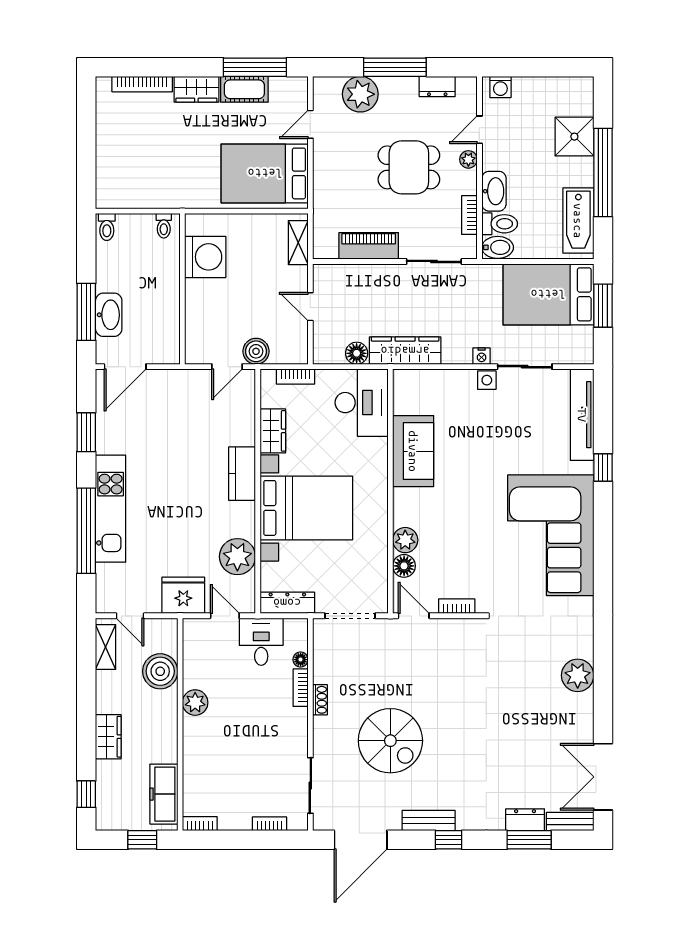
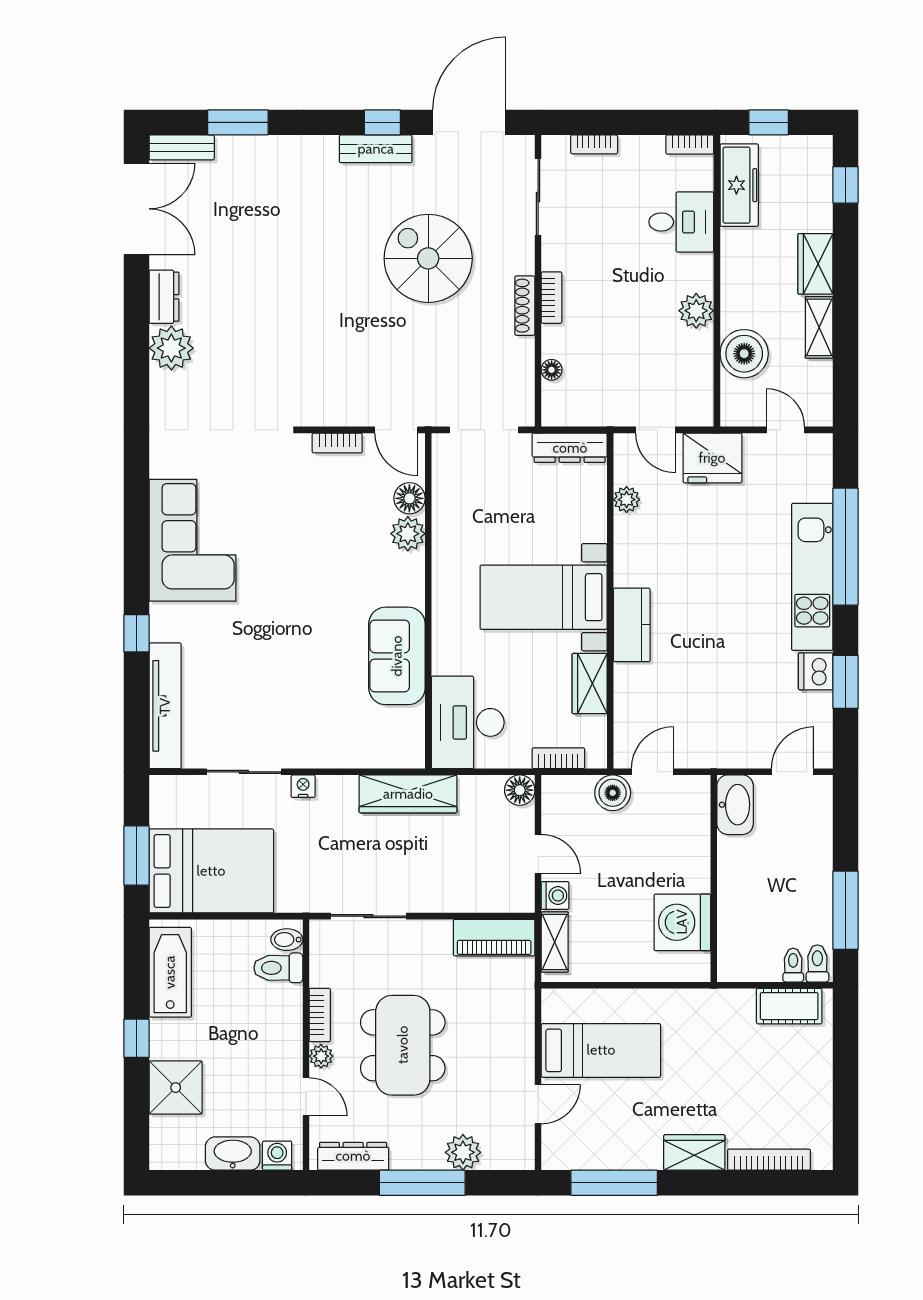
dresser: (437, 86) -> (353, 1156), width x1.44
cot: (244, 89) -> (789, 1006), moved
plant: (360, 94) -> (463, 1152), width x0.73, depth x0.73
door: (479, 130) -> (306, 1097), hinge flipped
dining table: (409, 167) -> (403, 1045), width x1.38
window: (603, 172) -> (136, 1038), width x0.32
bed: (265, 173) -> (601, 1050), width x0.67
washbasin: (494, 191) -> (233, 1154), moved, turned 90
bookcase: (469, 215) -> (320, 1015), moved
toilet: (164, 226) -> (793, 965), moved
piano: (369, 246) -> (494, 938), moved
bidet: (498, 247) -> (287, 940), width x0.72, depth x0.74
washing machine: (298, 276) -> (555, 896), added
window: (86, 312) -> (845, 910), moved
washbasin: (109, 315) -> (735, 805), moved, turned 180
floor lamp: (357, 353) -> (520, 790), moved
door: (125, 367) -> (792, 772), width x0.73
side table: (487, 380) -> (296, 753), removed
dishwasher: (108, 440) -> (816, 671), added
bed with nightstands: (306, 508) -> (544, 597), width x0.73
corner sofa: (551, 535) -> (192, 540), width x0.73, depth x0.74
plant: (237, 557) -> (627, 500), width x0.53, depth x0.53
desk: (261, 642) -> (681, 222), moved, turned -90
shelving: (106, 647) -> (819, 327), moved
bookcase: (301, 688) -> (551, 298), moved
shoe rack: (320, 700) -> (525, 306), width x1.43
dresser: (525, 820) -> (164, 297), moved, turned -90
window: (449, 840) -> (382, 122), moved

